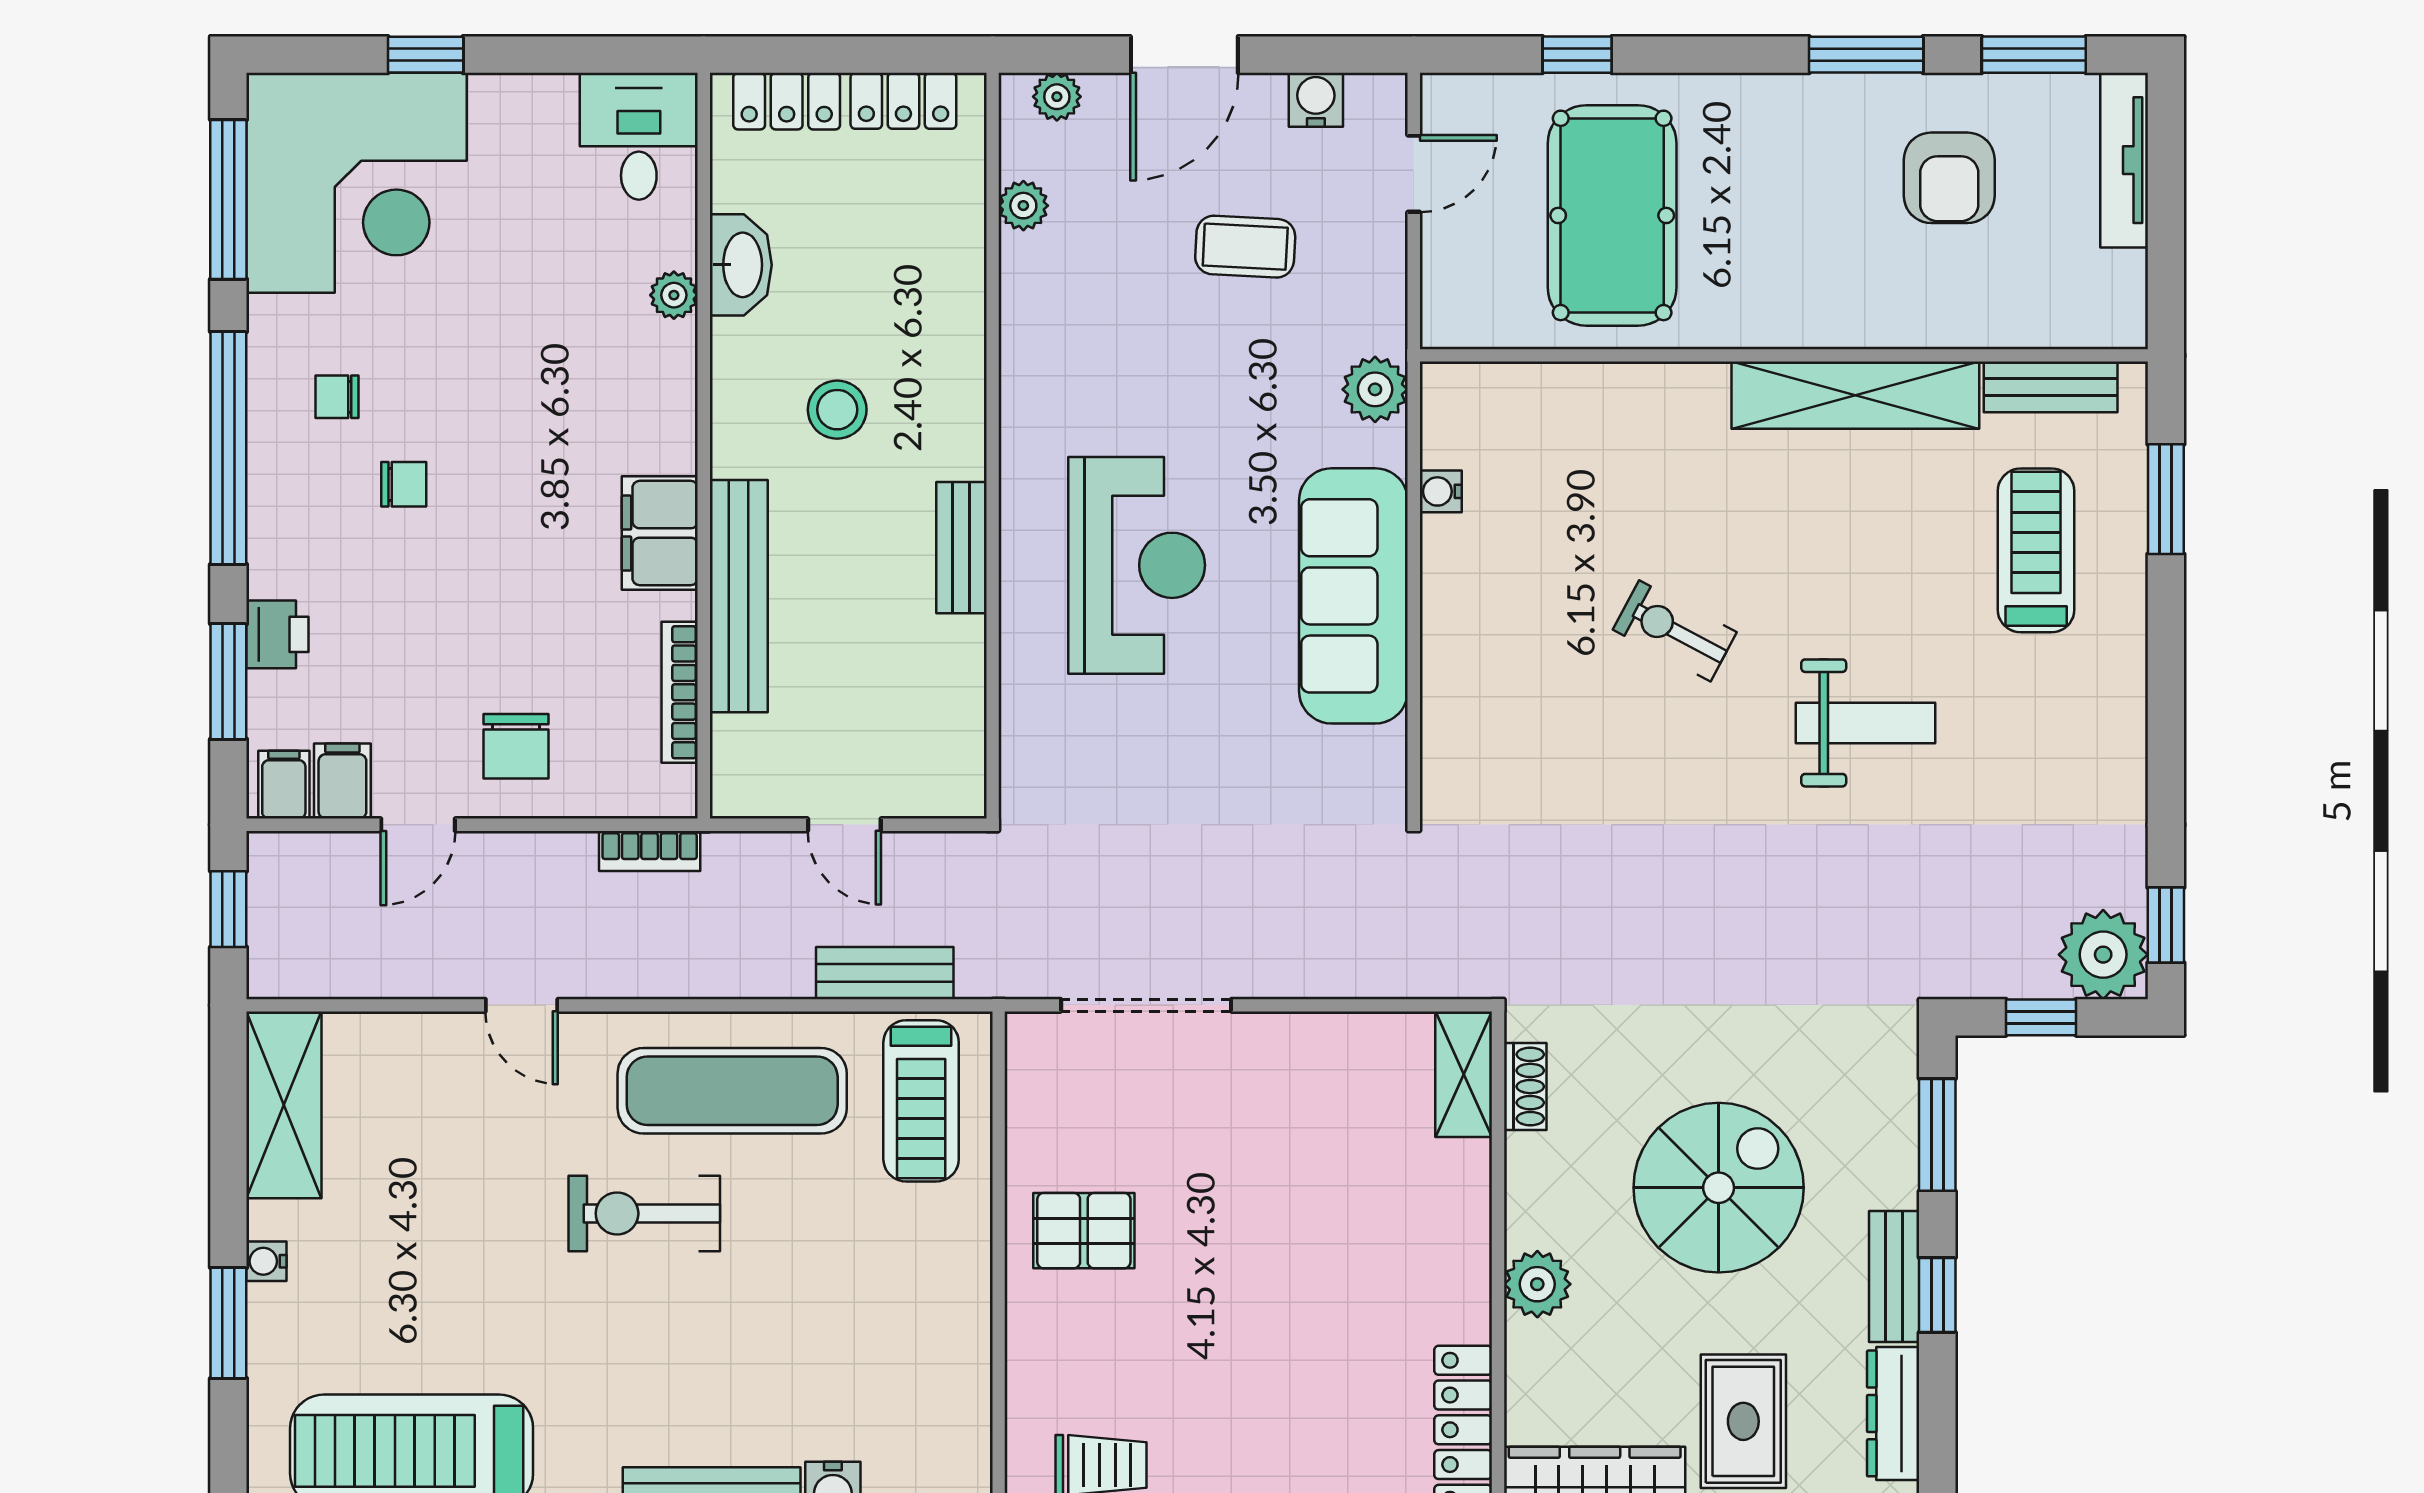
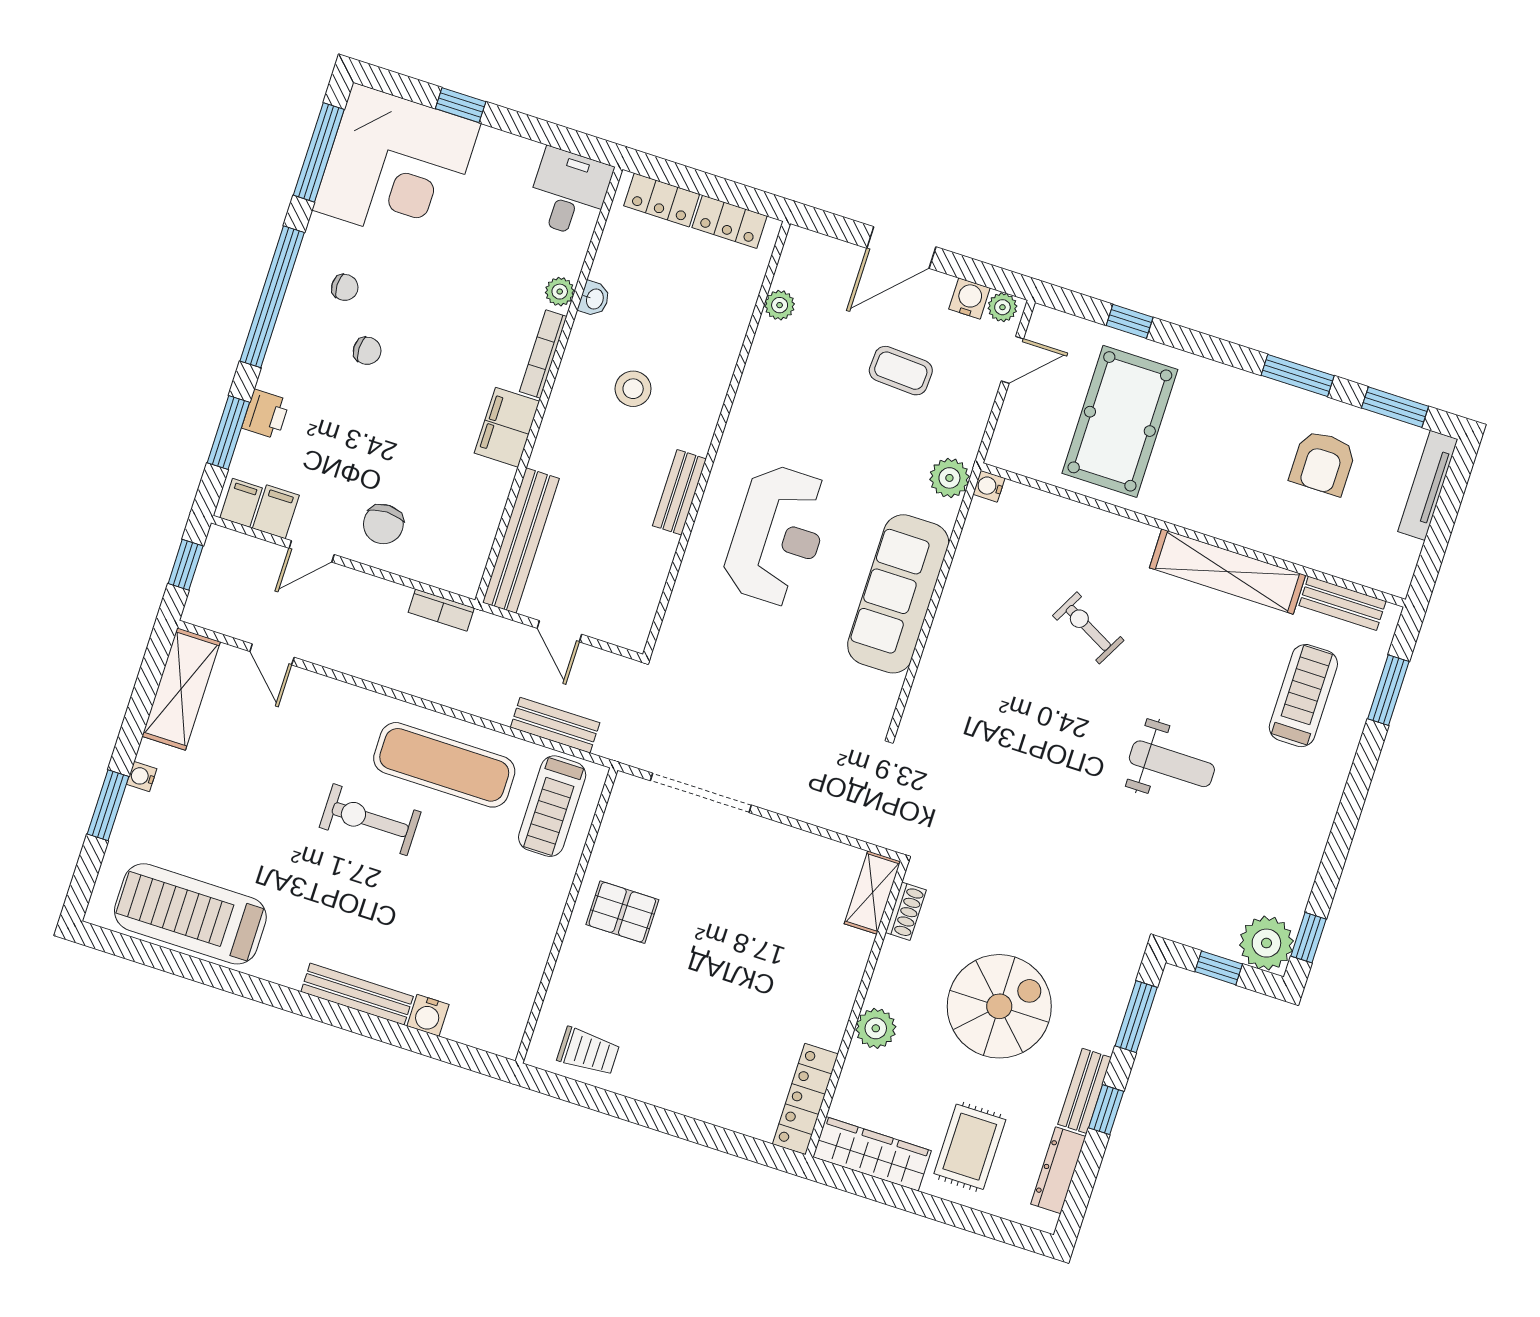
plant: (1057, 97) -> (1002, 307), moved
washbasin: (741, 265) -> (594, 299), width x0.52, depth x0.69
chair: (337, 397) -> (345, 287), turned 180
water cooler: (1441, 491) -> (989, 486), moved
bench: (739, 596) -> (521, 541), moved
exercise bike: (1675, 631) -> (1088, 628), moved
bookcase: (680, 692) -> (543, 354), moved
door: (522, 1005) -> (272, 654), moved

